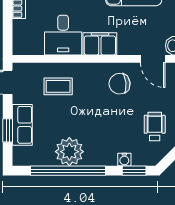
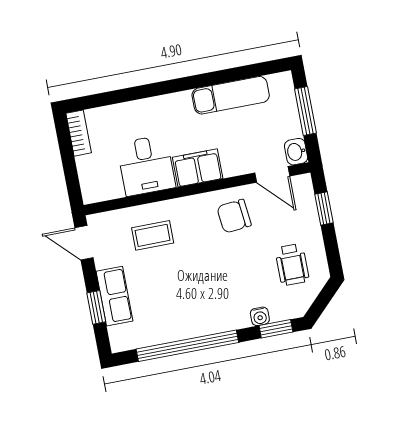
wheelchair: (155, 127) -> (292, 265), turned 180
plant: (69, 152) -> (184, 320), removed

